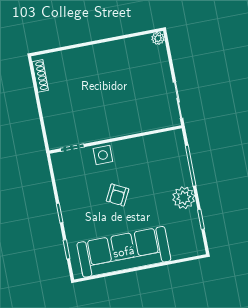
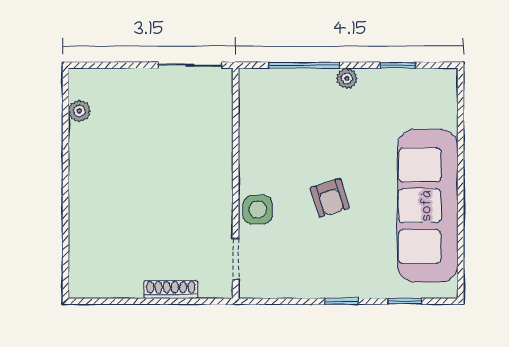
plant: (158, 38) -> (79, 111), moved
shoe rack: (40, 76) -> (171, 289), moved
armchair: (118, 195) -> (330, 198), turned 46
plant: (184, 198) -> (347, 78), width x0.53, depth x0.53

